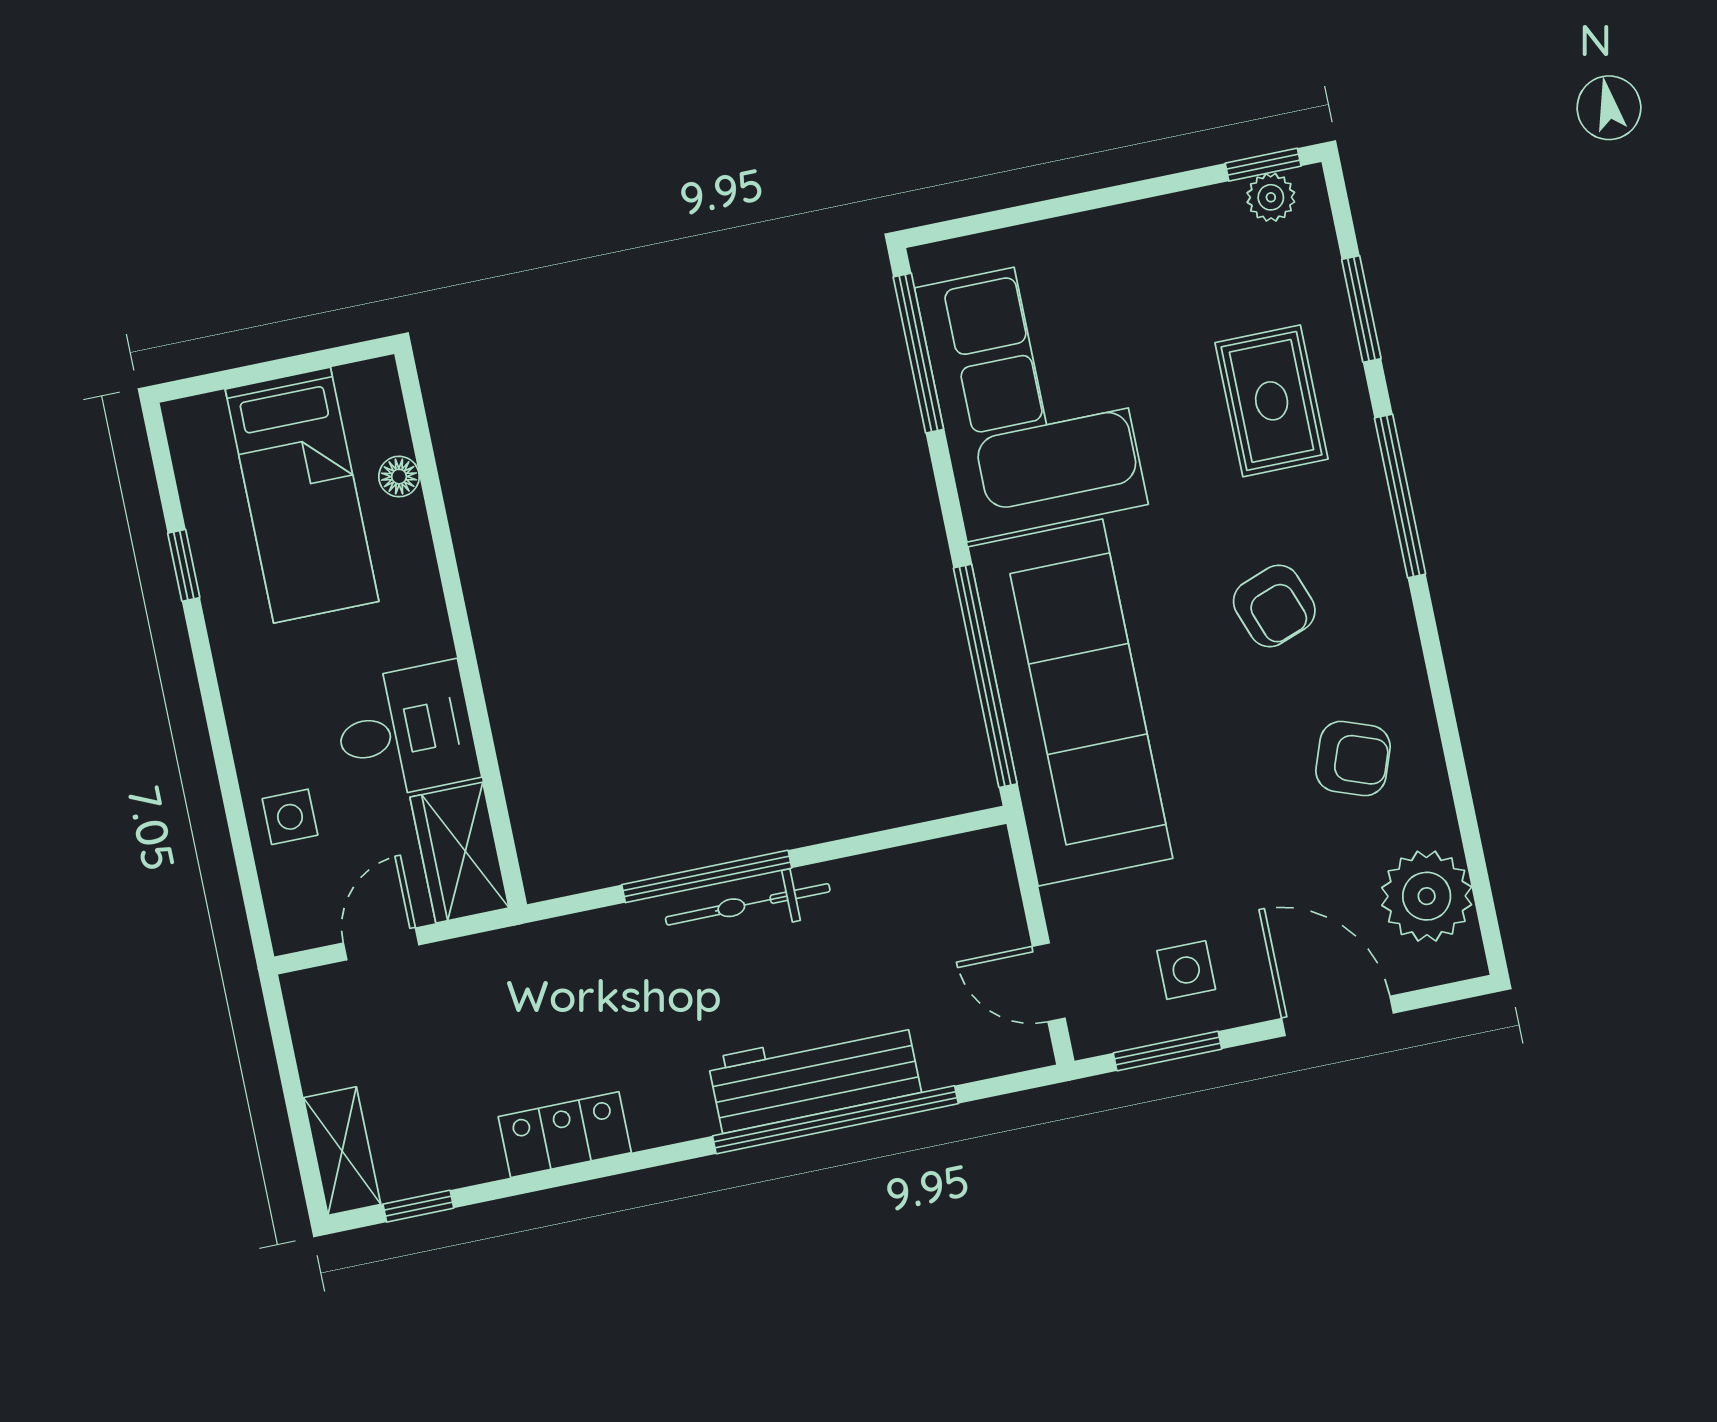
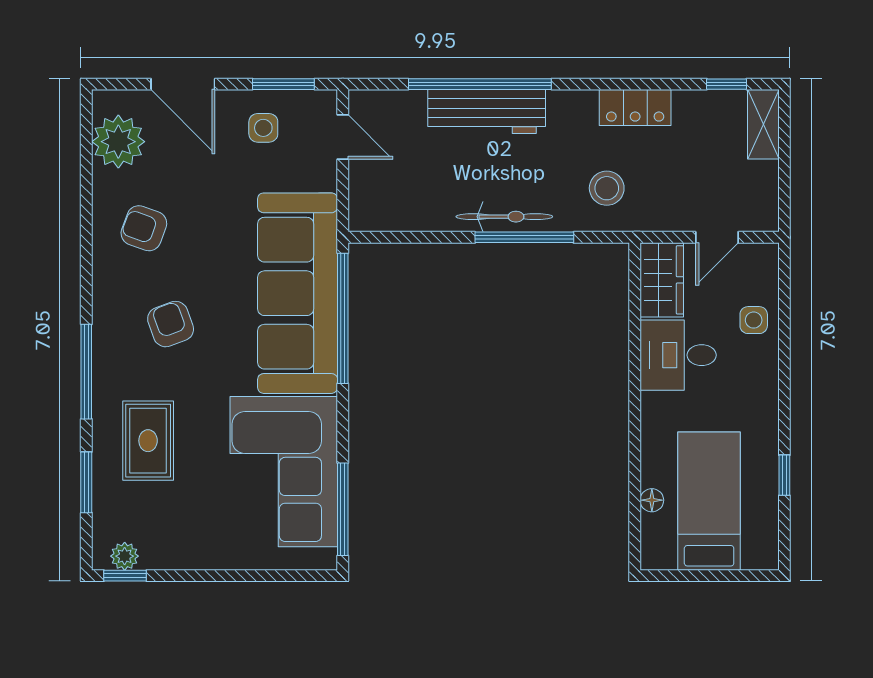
stool: (585, 988) -> (607, 188), added

